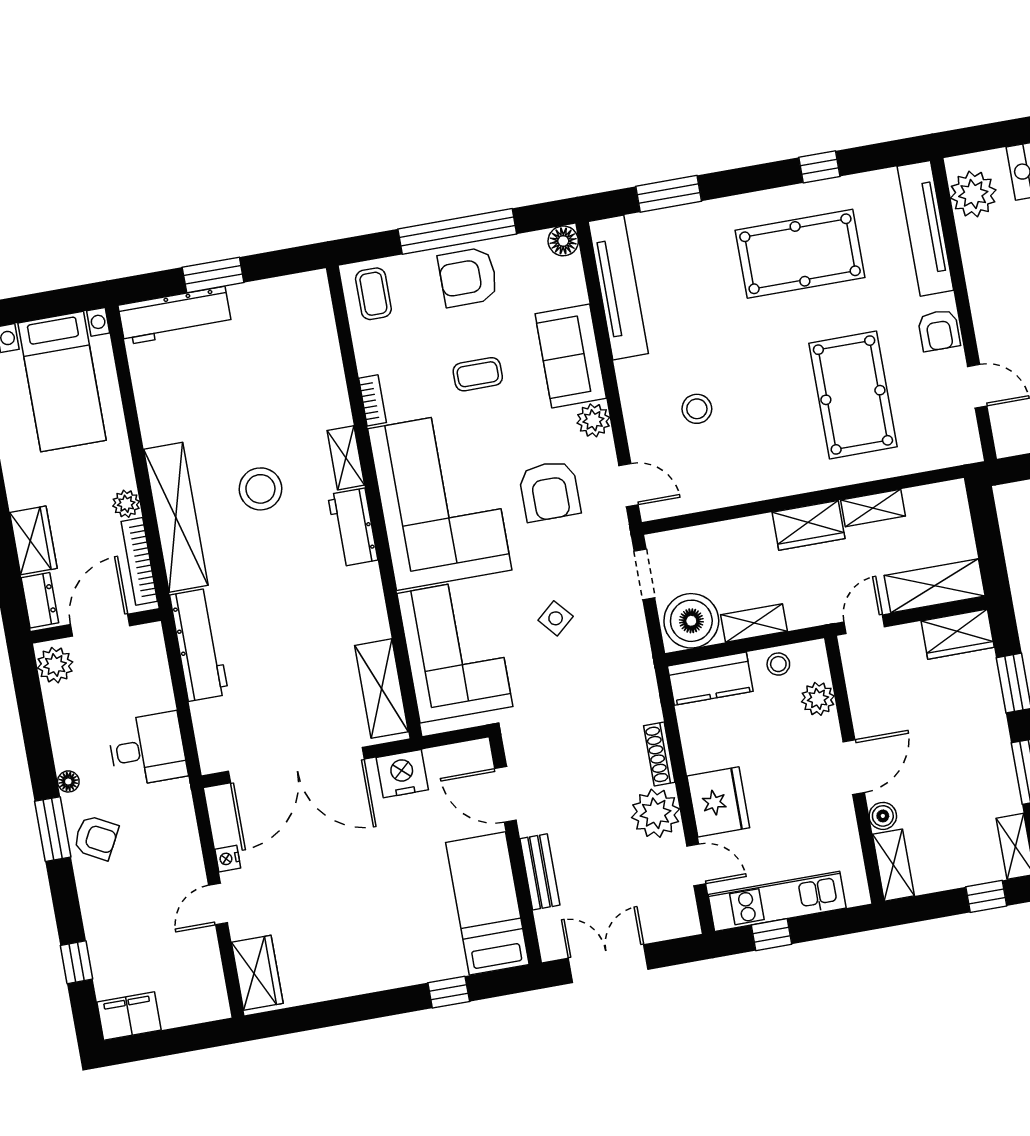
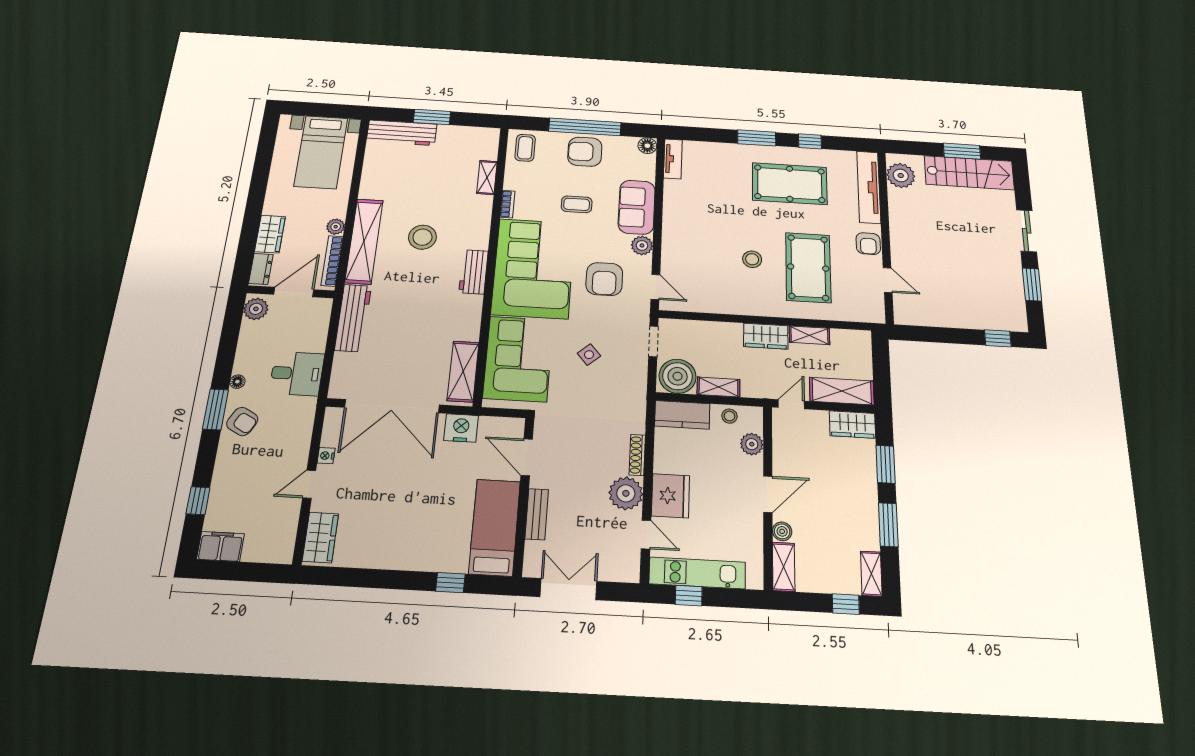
window: (669, 194) -> (757, 138), moved
tv unit: (618, 287) -> (673, 159), width x0.52, depth x0.78
stool: (697, 409) -> (752, 259), moved
shelving: (346, 458) -> (487, 177), moved

